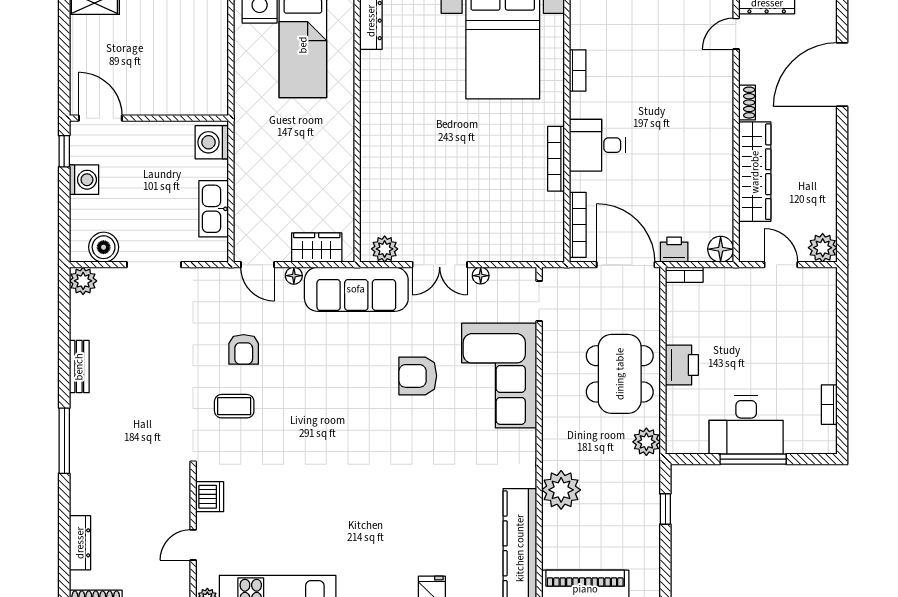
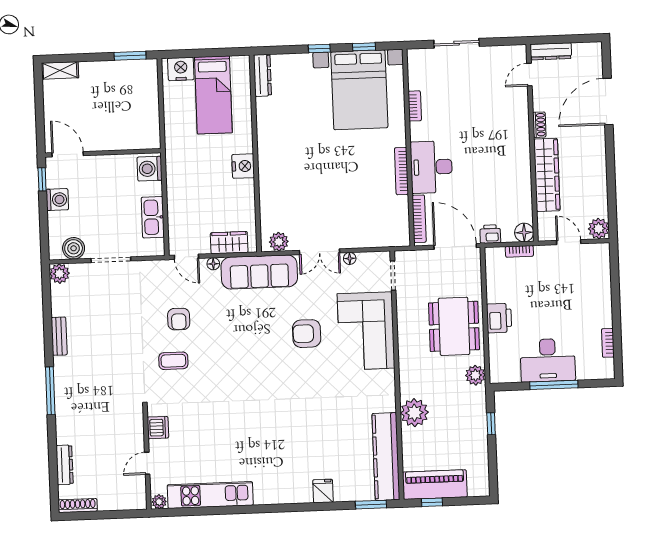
nightstand: (340, 144) -> (243, 166), added
desk: (597, 145) -> (431, 167), width x1.37
bookcase: (684, 275) -> (519, 251), moved

